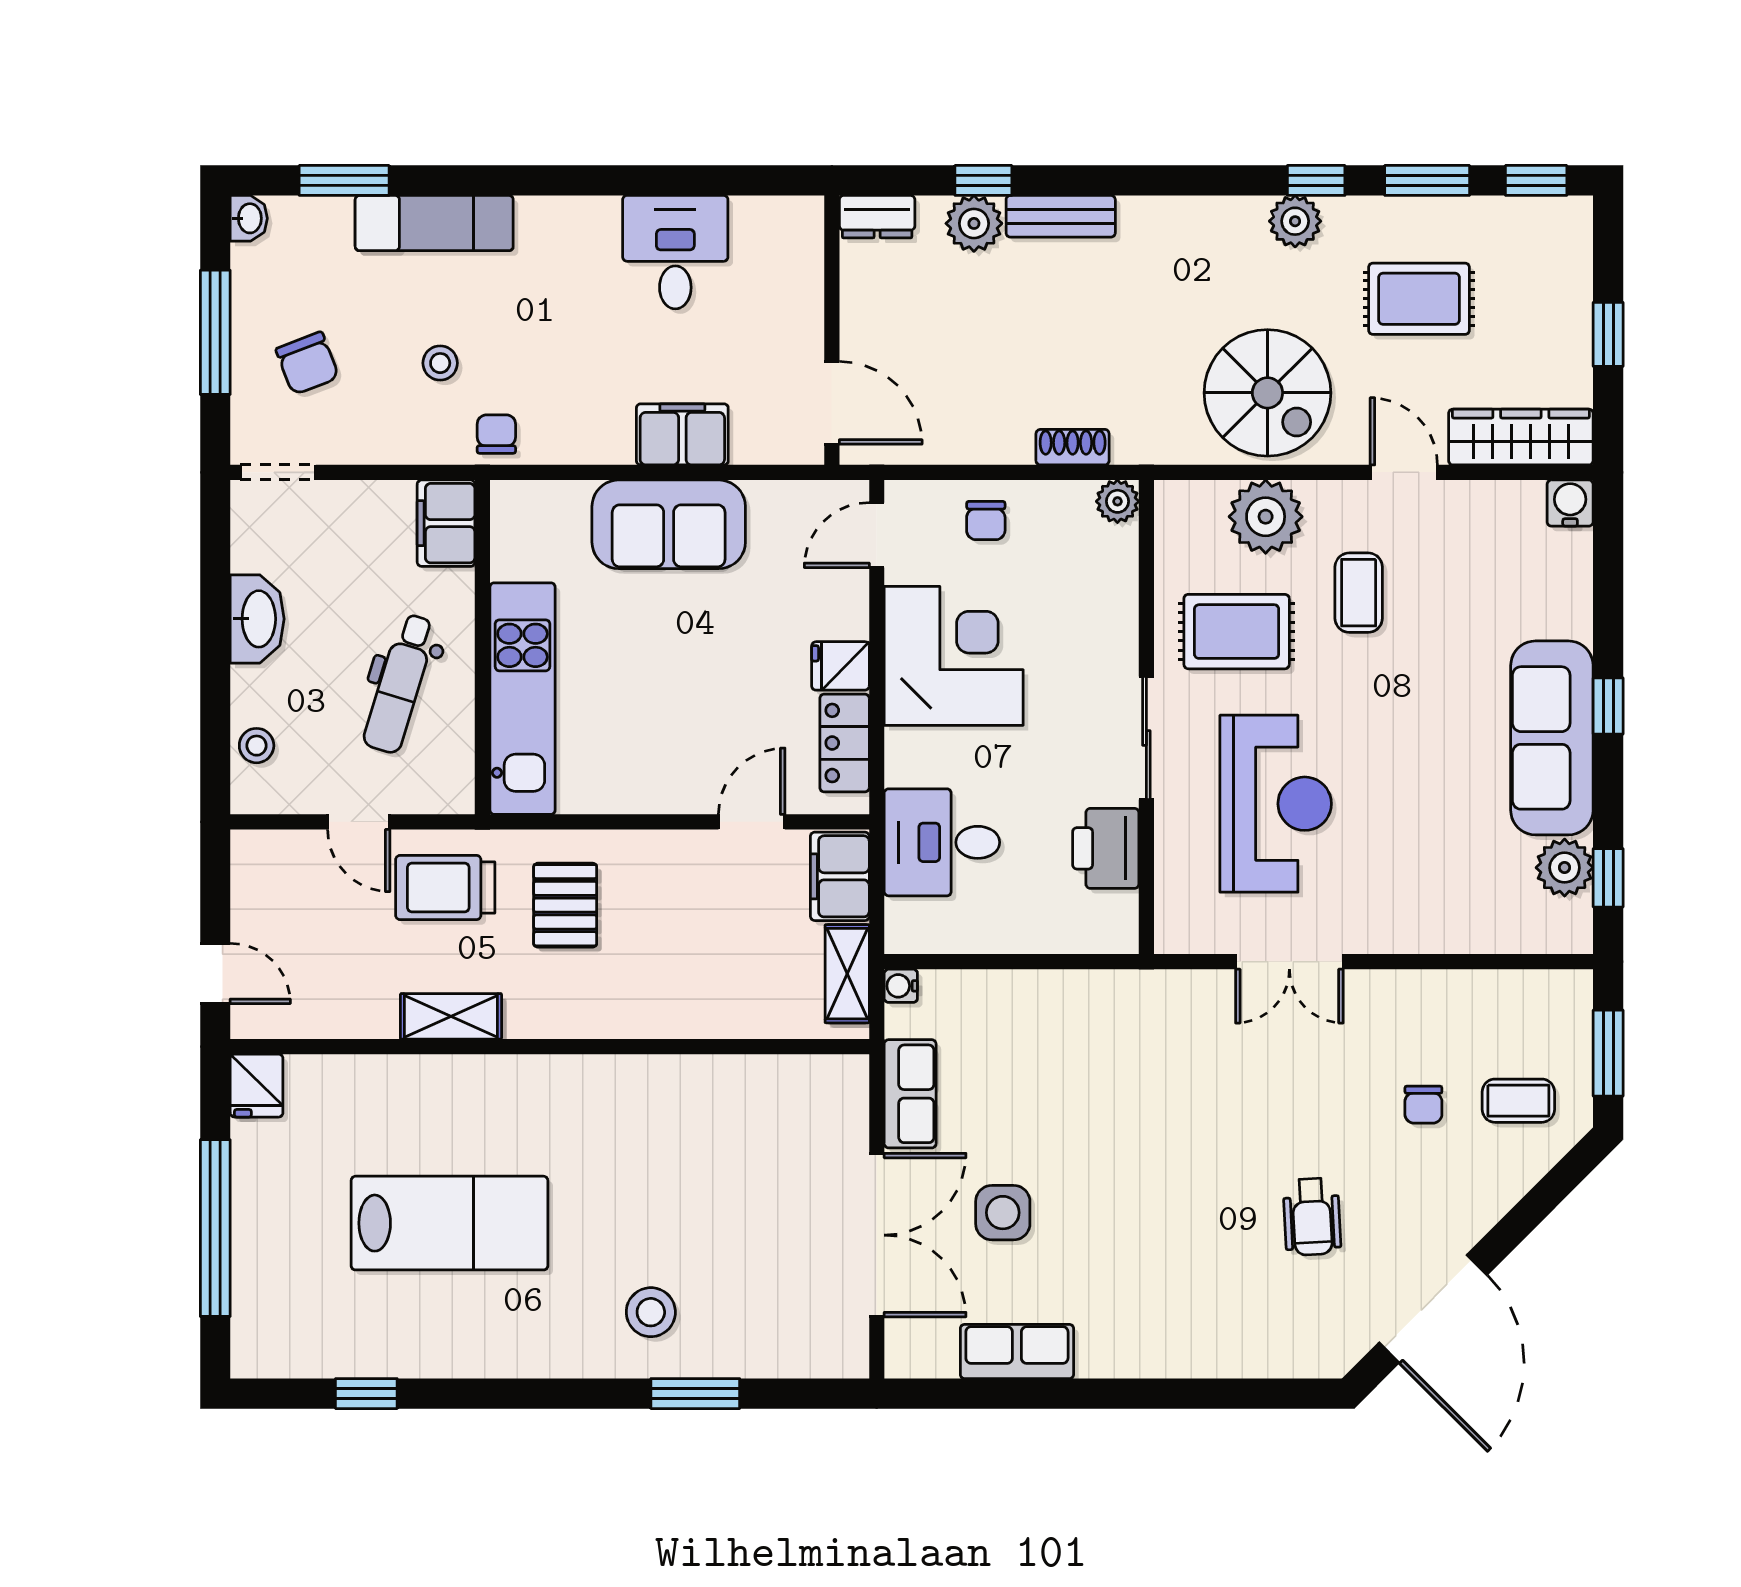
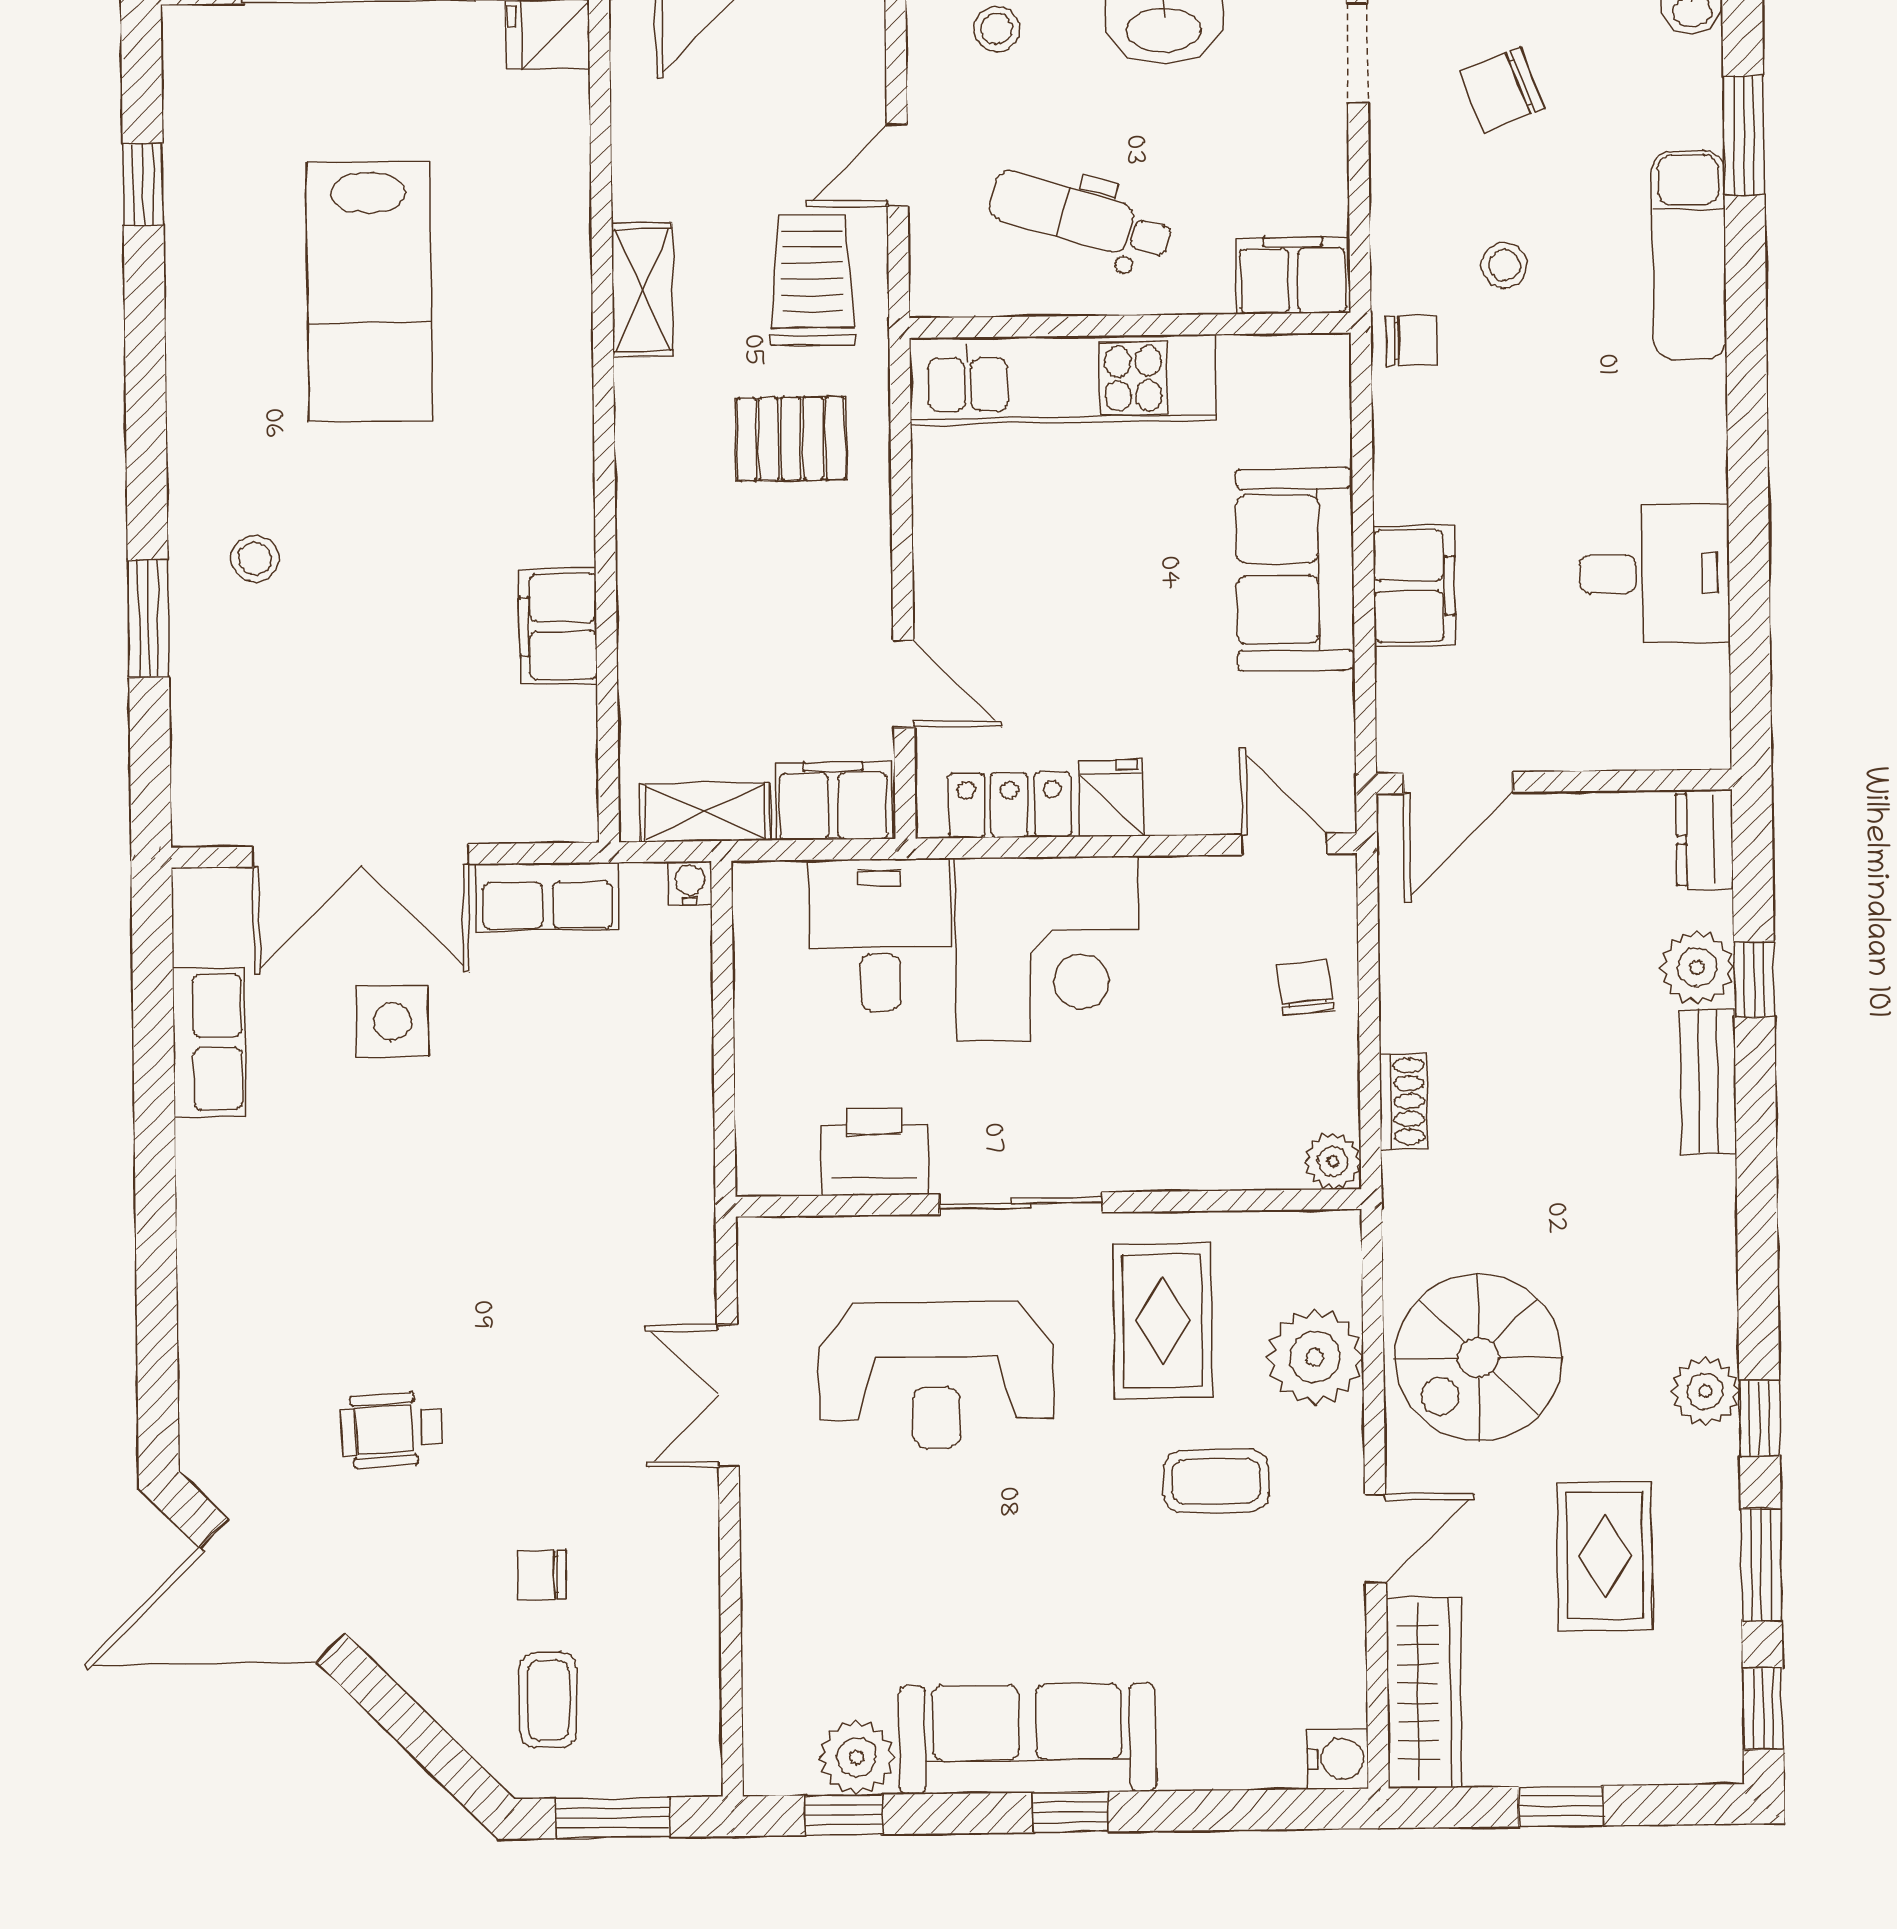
chair: (986, 521) -> (1305, 988), turned 83
corner desk: (954, 656) -> (1048, 949), moved
filing cabinet: (705, 1083) -> (558, 626), added
stool: (651, 1312) -> (255, 558), width x0.73, depth x0.73

